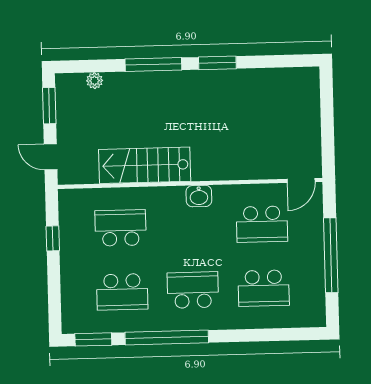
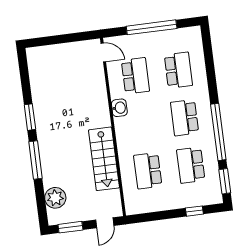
plant: (95, 81) -> (55, 198), width x1.87, depth x1.87
washbasin: (199, 196) -> (119, 108), moved
window: (53, 238) -> (194, 211), moved
school desk: (122, 292) -> (191, 165), turned 180

